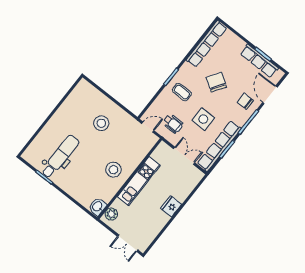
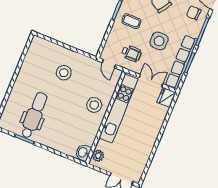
door: (148, 127) -> (109, 64), swing flipped
stool: (113, 170) -> (94, 105), moved
kitchen unit: (139, 181) -> (119, 108), width x1.36
fridge: (171, 206) -> (166, 97), moved

